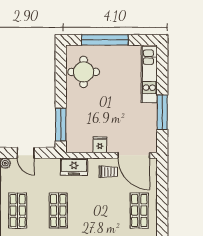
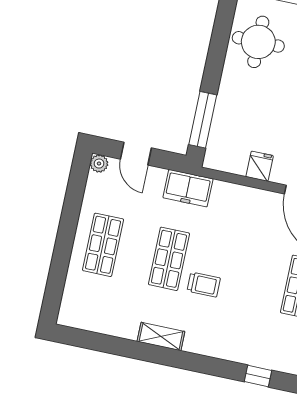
freezer: (74, 167) -> (188, 188), moved
trolley: (108, 172) -> (204, 285), moved

